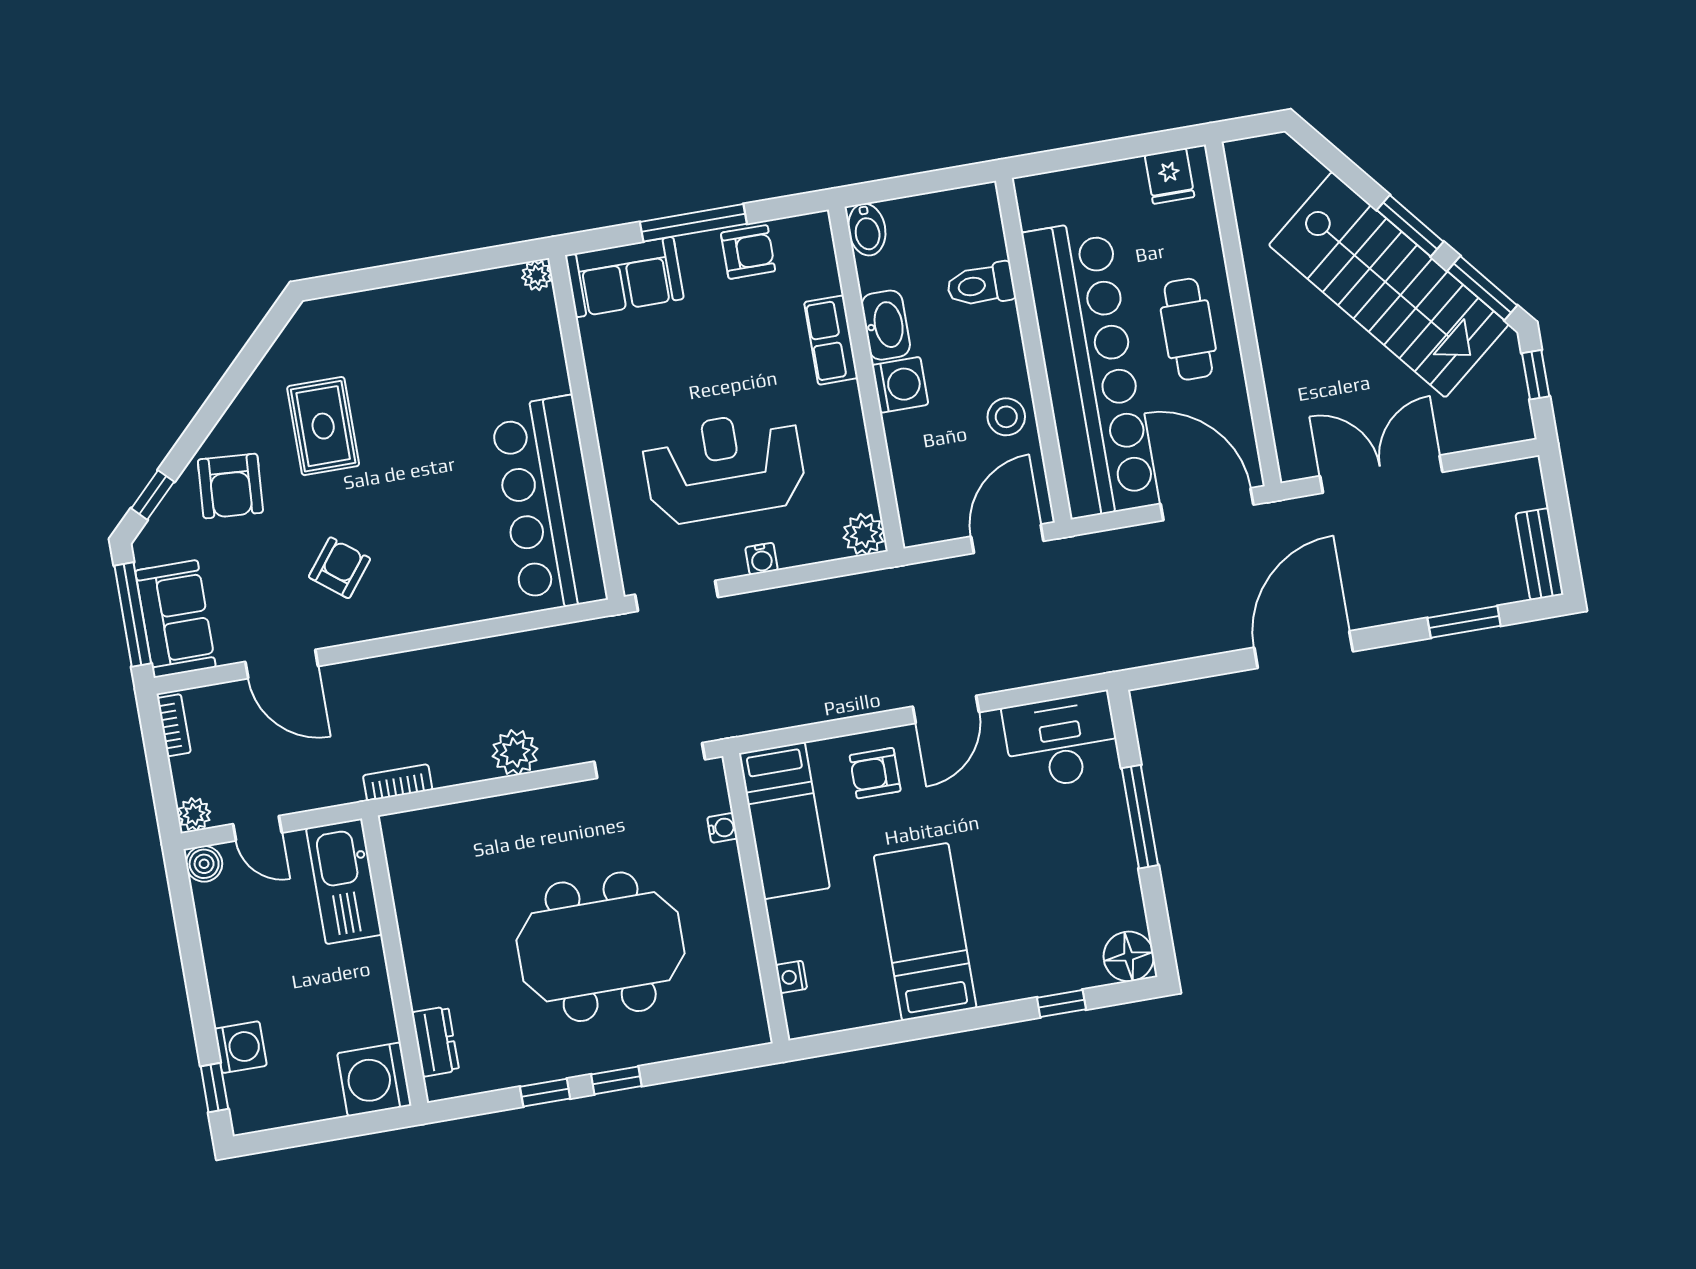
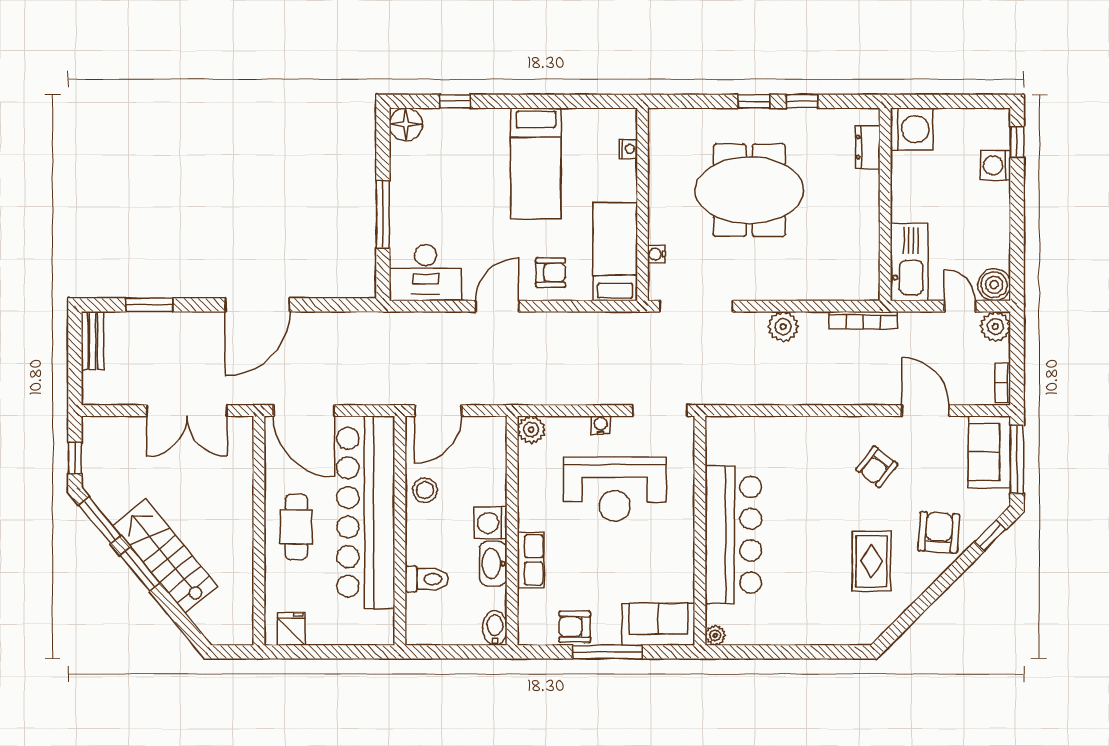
stairs: (1389, 285) -> (165, 556), width x0.73, depth x0.66
bar counter: (549, 504) -> (733, 535), moved
bookcase: (398, 783) -> (863, 320), width x1.56
plant: (194, 814) -> (995, 326), width x1.38, depth x1.38
boiler: (204, 864) -> (994, 285), width x1.36, depth x1.36

